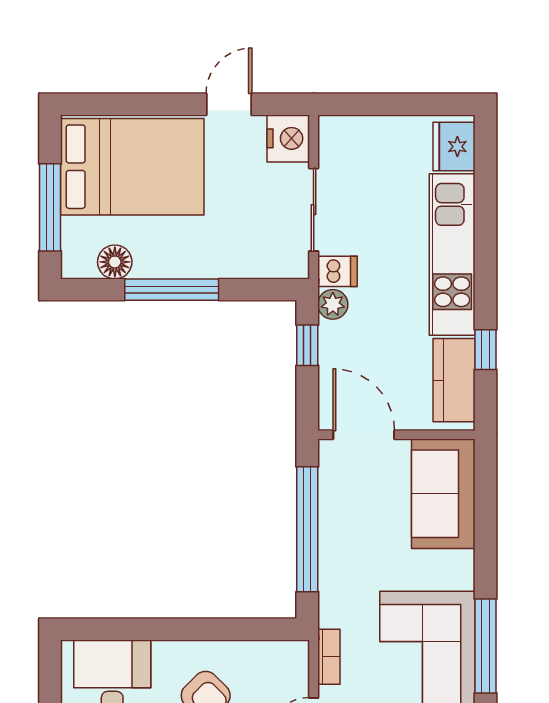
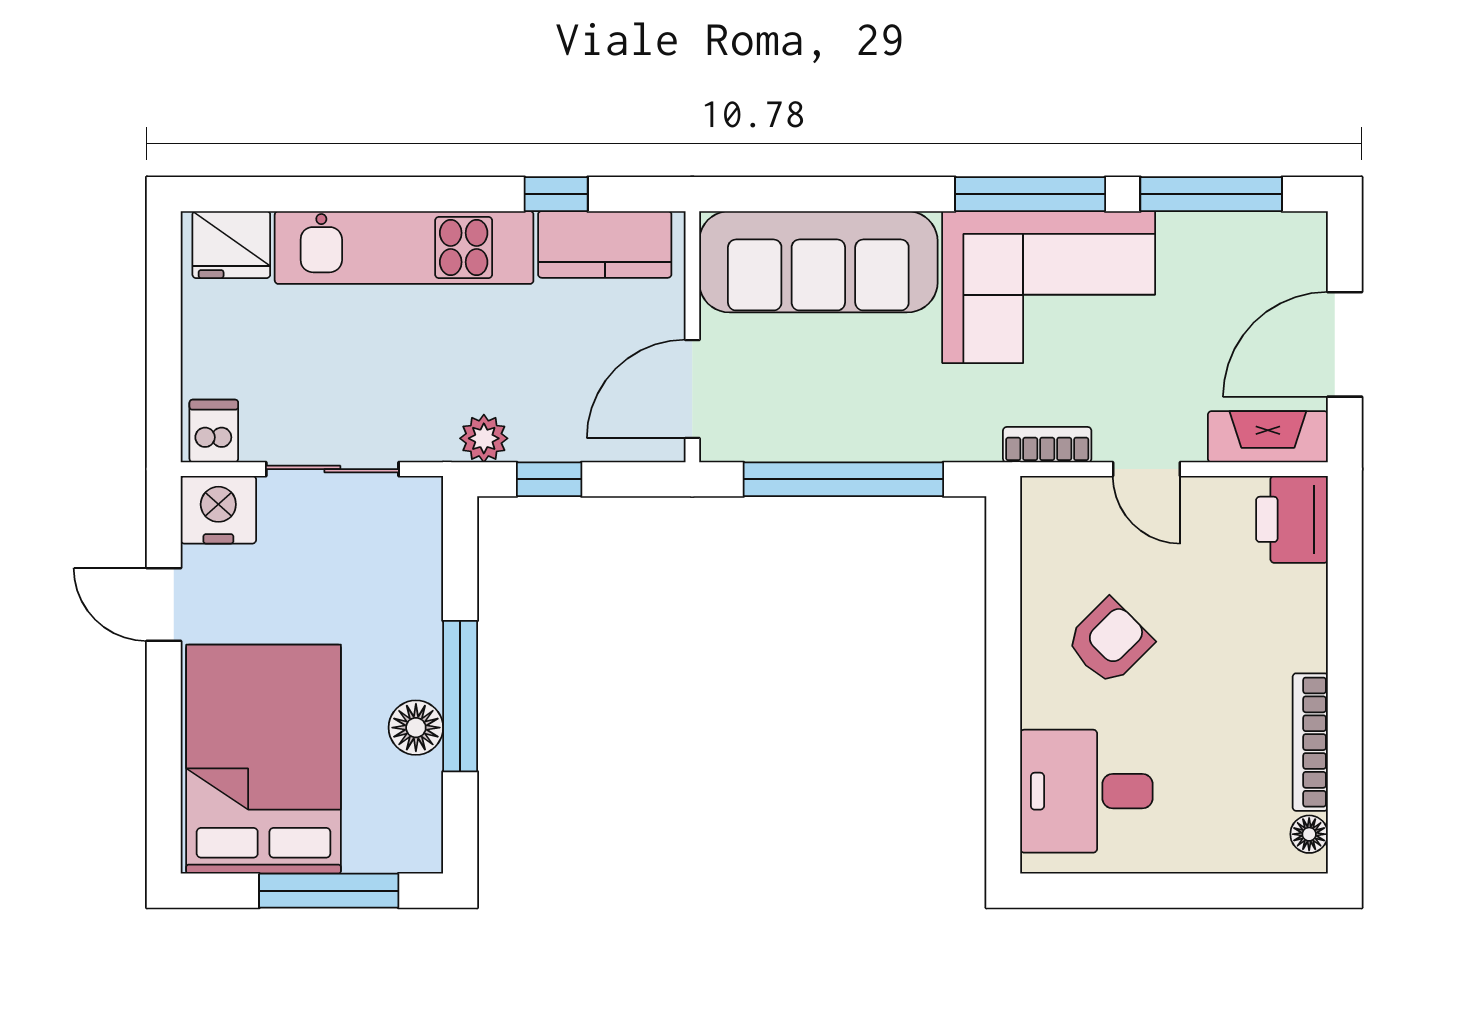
floor lamp: (115, 262) -> (416, 728), moved
dishwasher: (337, 271) -> (214, 431), moved
sofa: (443, 494) -> (818, 262), width x1.36

